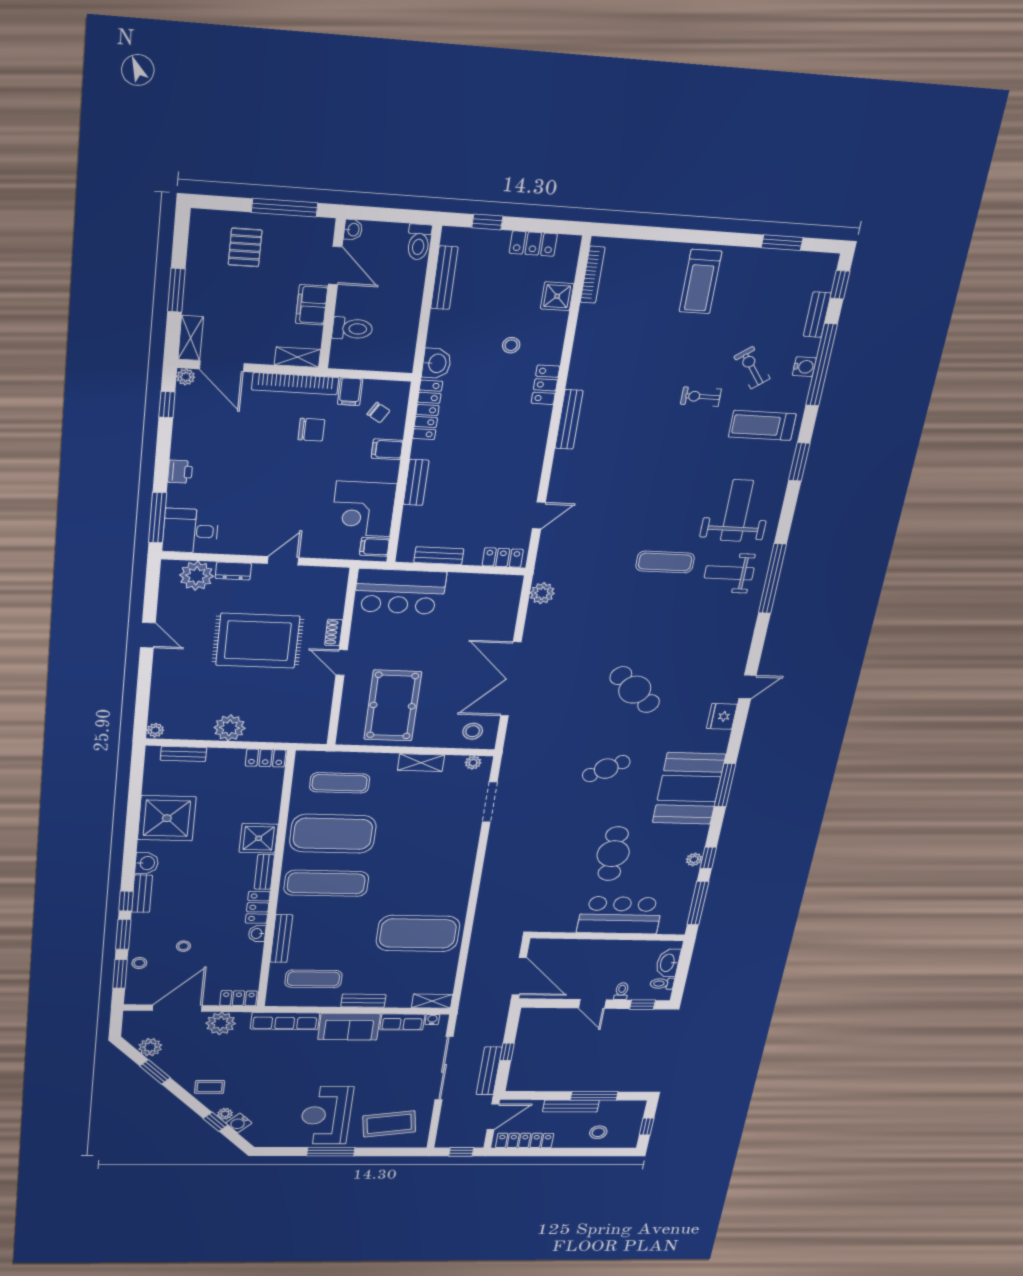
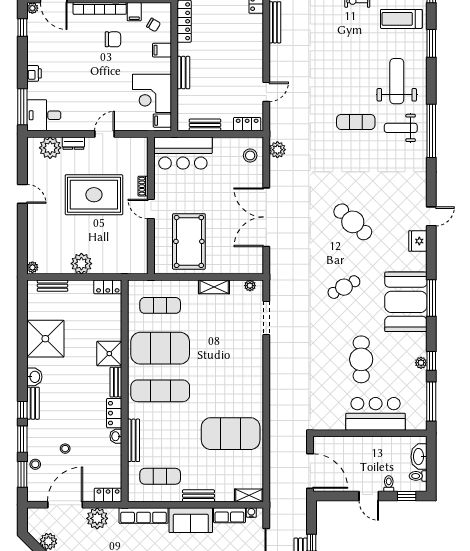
stool: (473, 731) -> (250, 155), moved

